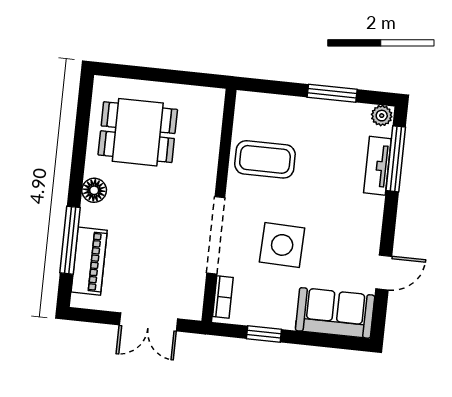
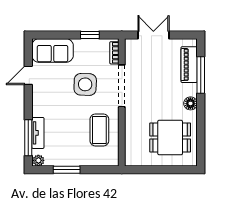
coffee table: (265, 159) -> (99, 130), turned 90

